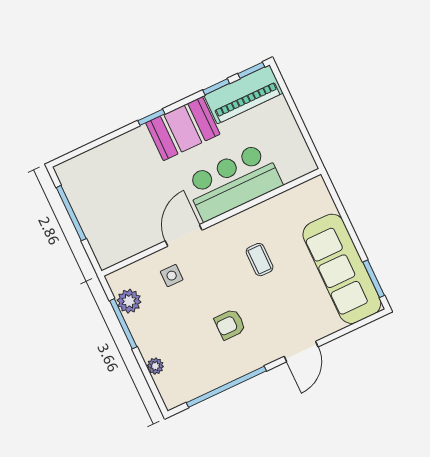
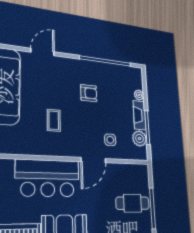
cafe table: (104, 206) -> (133, 203), added
fireplace: (142, 336) -> (139, 115), added
door: (301, 352) -> (43, 52), moved

